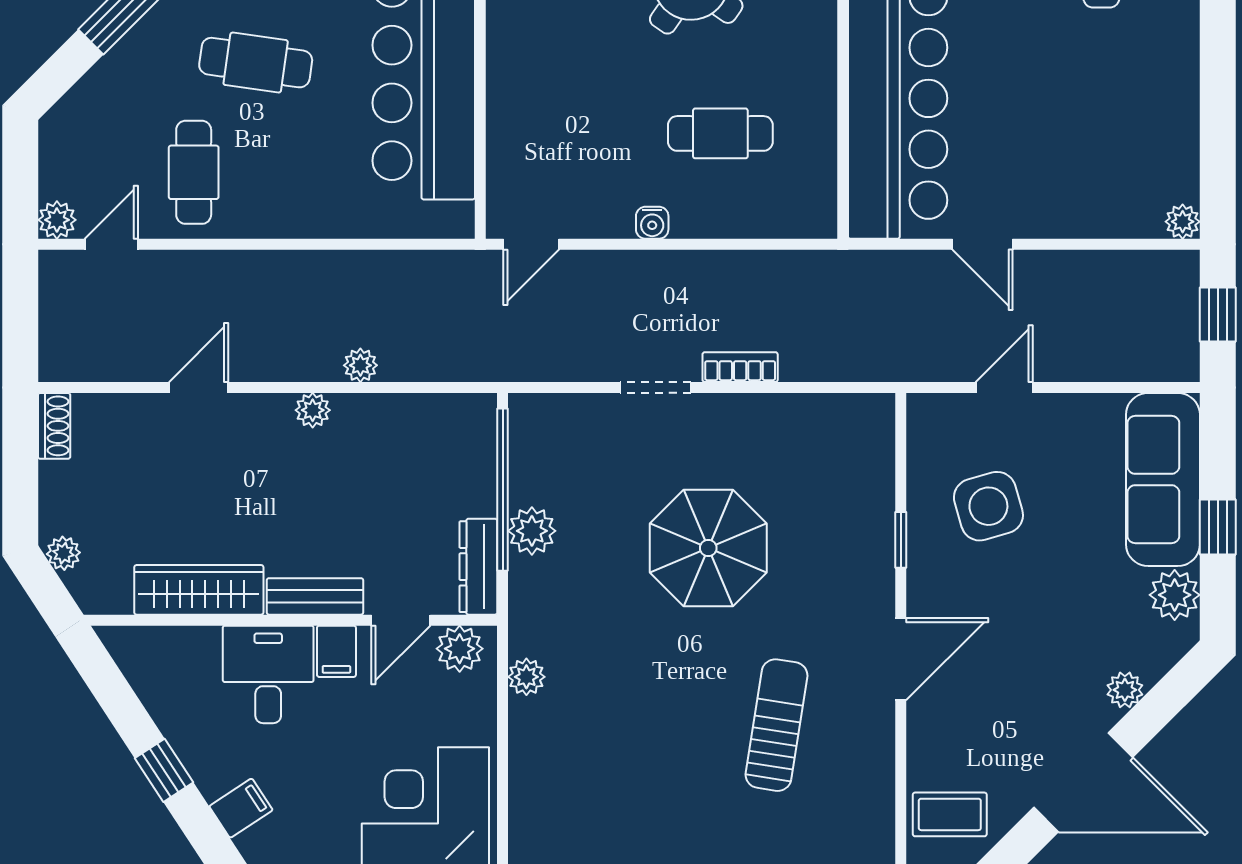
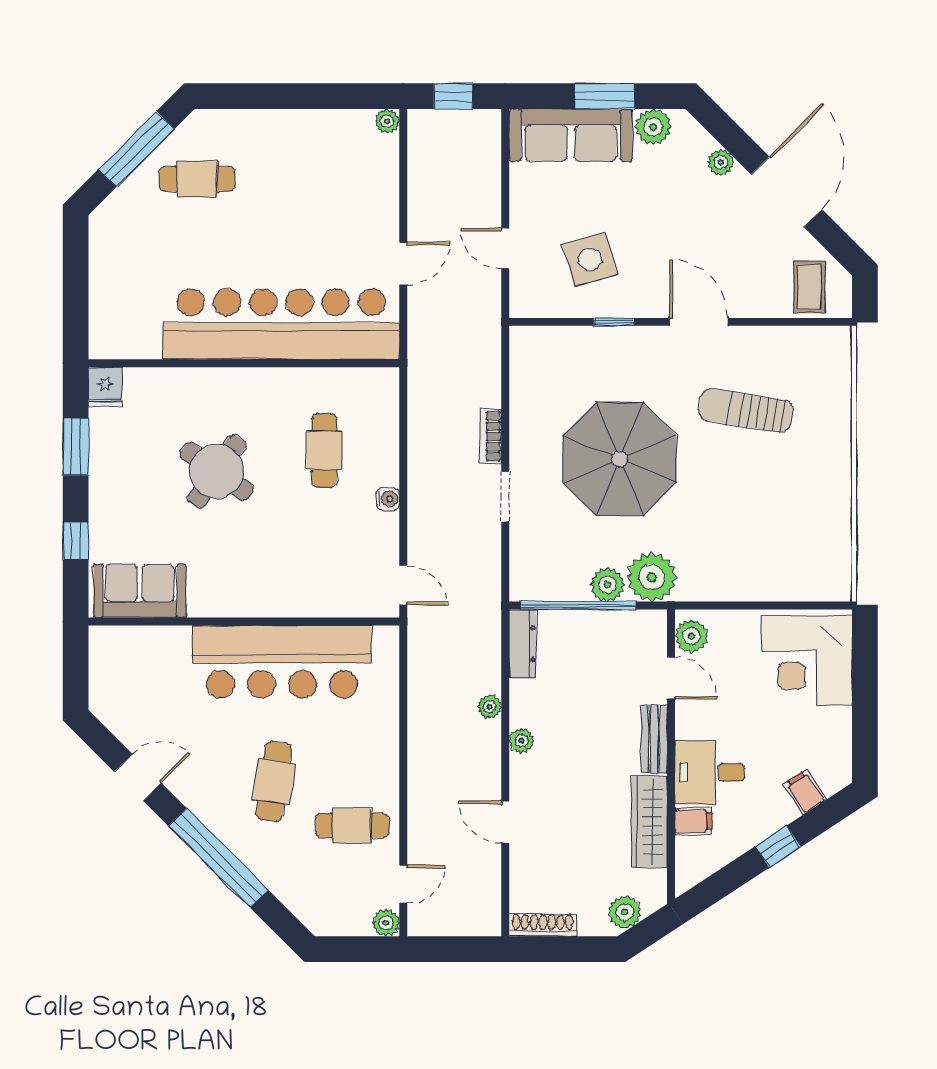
door: (111, 244) -> (403, 884), swing flipped
shoe rack: (54, 426) -> (543, 925), width x1.43
window: (1218, 527) -> (605, 96), width x1.50
parasol: (708, 548) -> (620, 459), width x1.36, depth x1.36
plant: (63, 553) -> (625, 912), width x1.38, depth x1.38
dresser: (478, 567) -> (523, 644), moved, turned -90
filing cabinet: (336, 651) -> (693, 821), moved
plant: (526, 677) -> (652, 577), moved, width x1.88, depth x1.88

